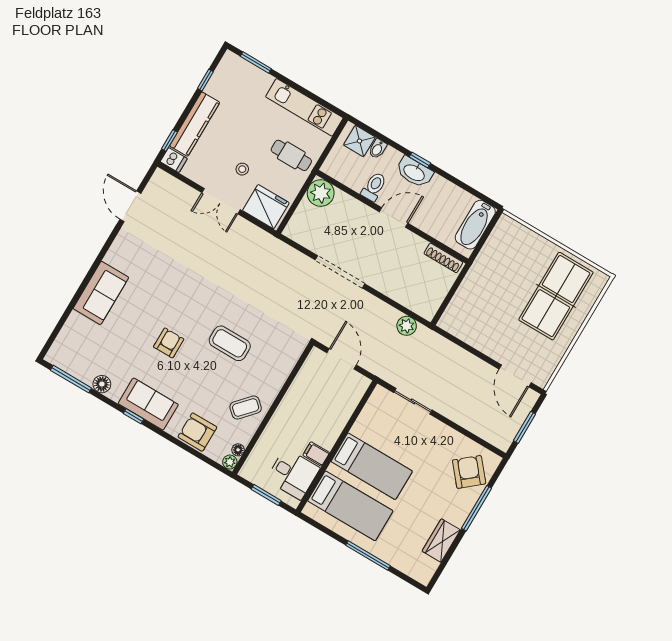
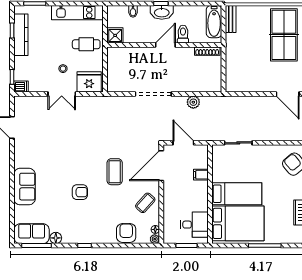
kitchen counter: (195, 124) -> (21, 35), moved
shower: (359, 141) -> (115, 35), moved
toilet: (374, 187) -> (183, 34), moved
plant: (321, 193) -> (116, 56), removed
bench: (499, 234) -> (231, 19), added
plant: (407, 326) -> (193, 102), moved
armchair: (169, 343) -> (80, 192), turned 90
coffee table: (230, 343) -> (115, 172), turned 90
door: (295, 371) -> (161, 166), added
sofa: (148, 404) -> (32, 234), moved
armchair: (197, 432) -> (126, 233), turned 90
filing cabinet: (316, 454) -> (201, 175), moved
bed: (350, 506) -> (238, 223), width x1.50

